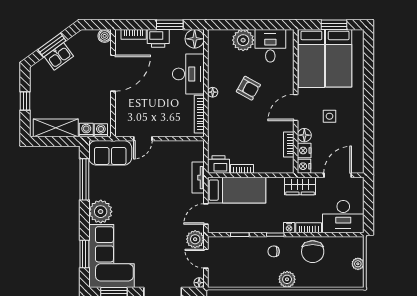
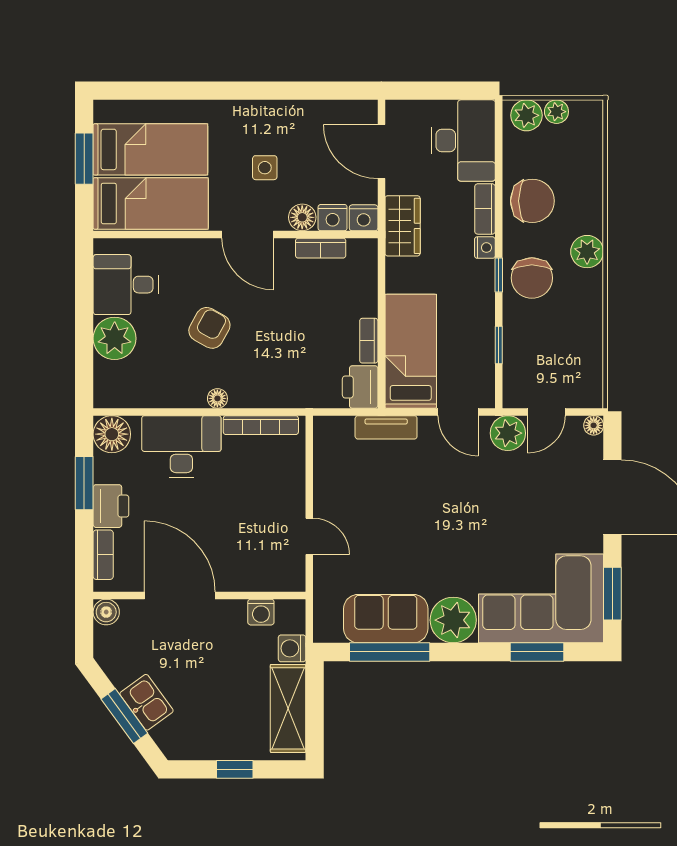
washing machine: (101, 130) -> (261, 612), moved, turned -90
sofa: (110, 153) -> (386, 619), moved, turned -90
plant: (356, 249) -> (526, 115), added
chair: (274, 251) -> (532, 278), width x1.87, depth x1.87

